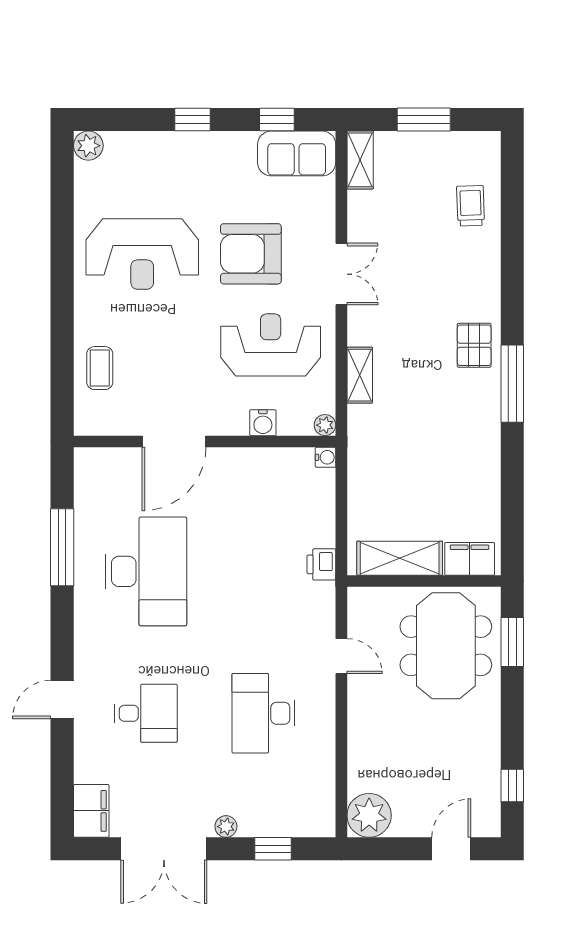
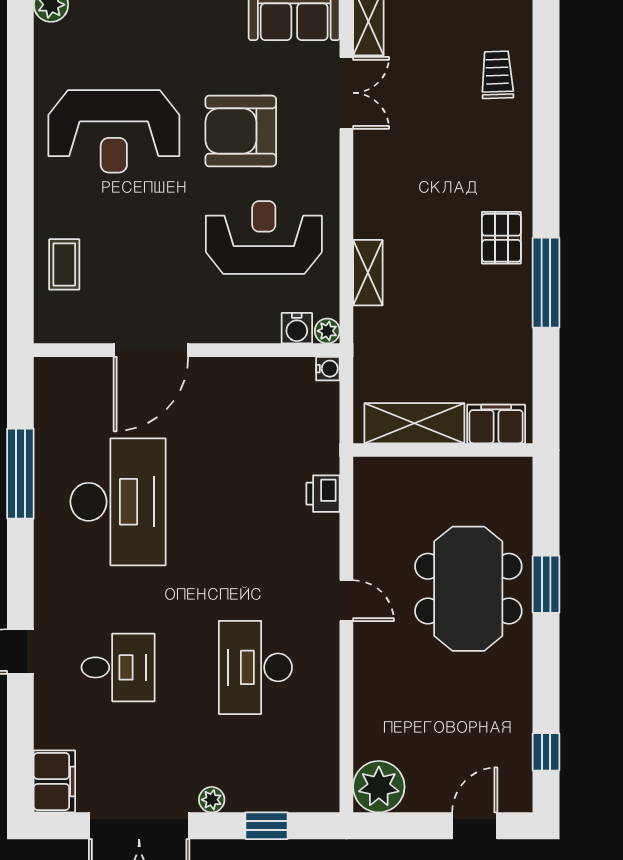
double door: (341, 274) -> (346, 93), moved
water cooler: (263, 423) -> (297, 328), moved
shelving: (400, 558) -> (414, 423), moved
filing cabinet: (470, 559) -> (496, 424), moved
wall: (424, 581) -> (443, 450), moved

